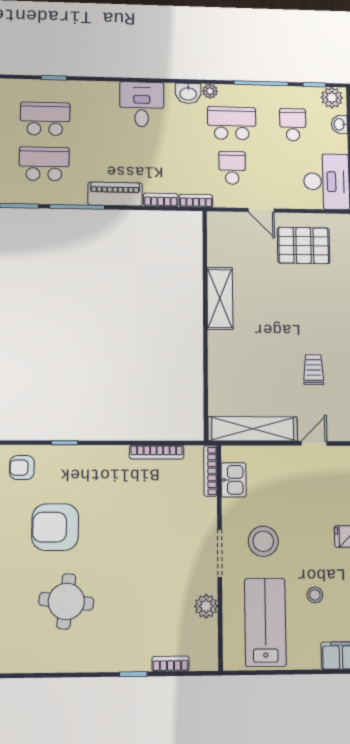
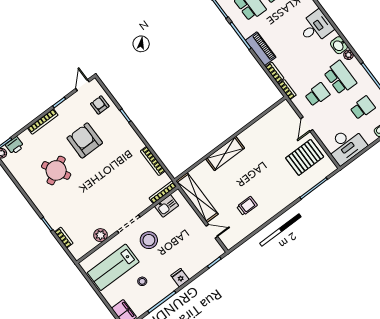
pallet: (304, 245) -> (305, 157), turned 90
shelving: (220, 298) -> (225, 153), moved
round table: (66, 601) -> (56, 170), turned -34
lab bench: (265, 622) -> (113, 267), turned 180

